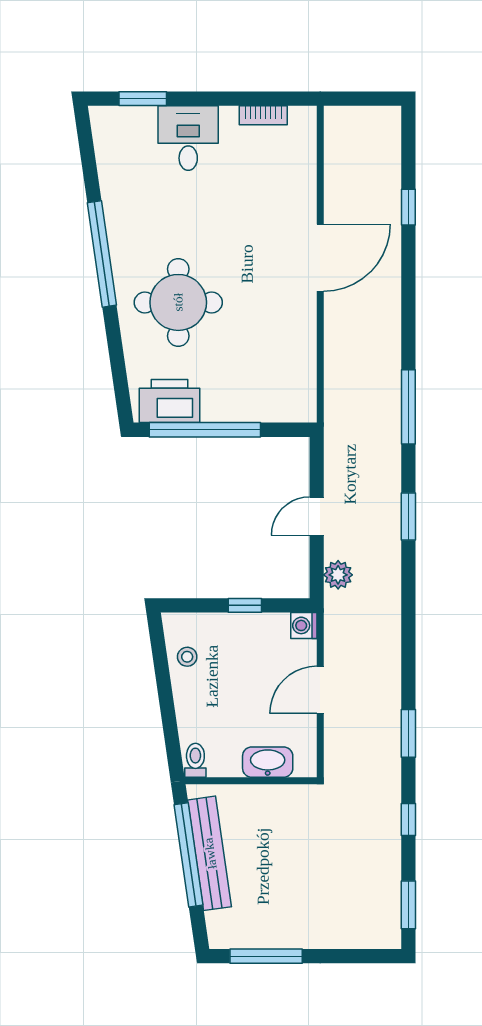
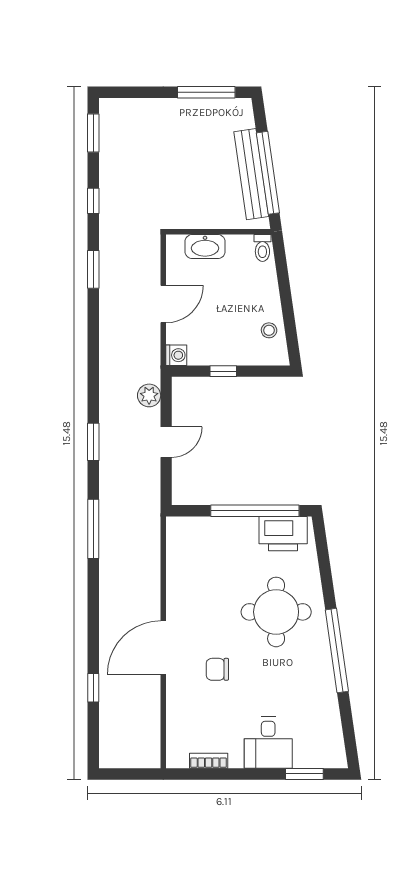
chair: (252, 230) -> (217, 669), added

